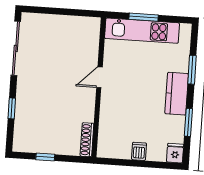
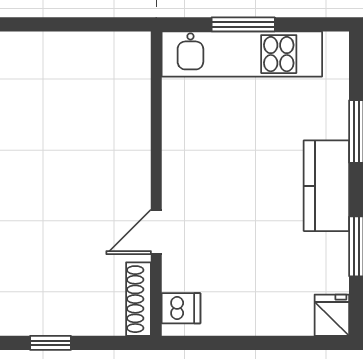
door: (99, 77) -> (156, 232), moved
dishwasher: (139, 151) -> (181, 308), moved, turned 90

